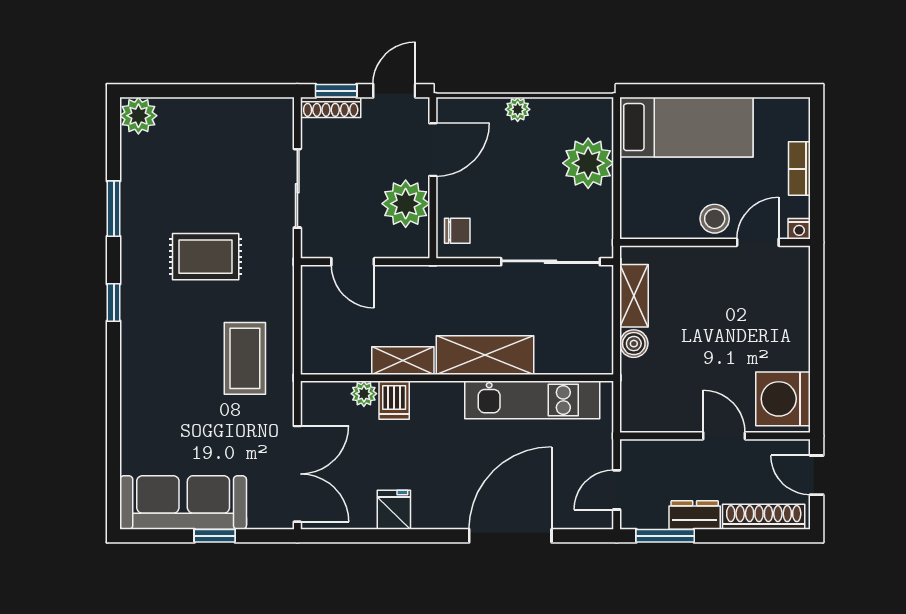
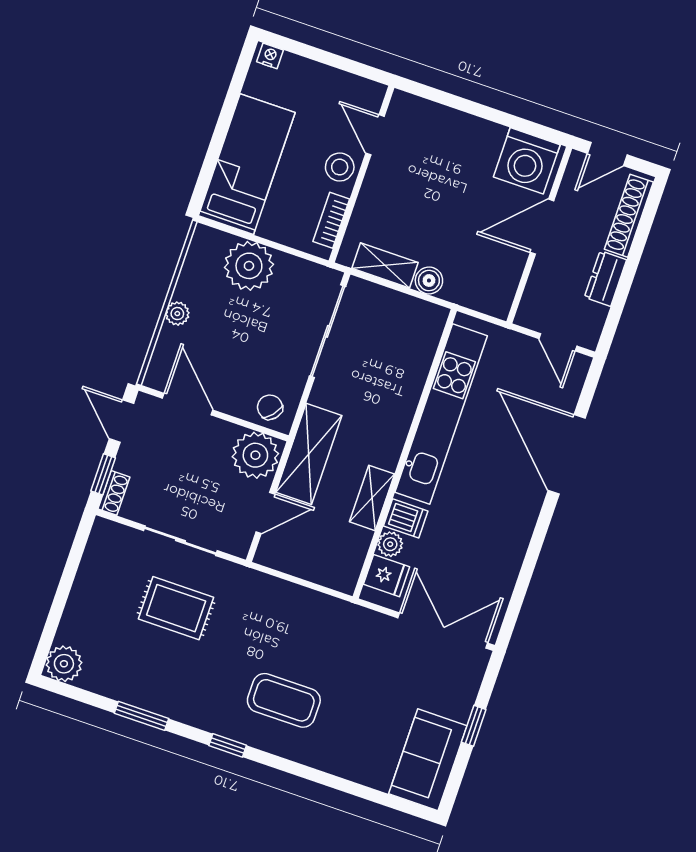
shoe rack: (331, 107) -> (114, 493), width x0.70
bookcase: (799, 169) -> (331, 220), moved, turned 90
plant: (406, 204) -> (255, 455), moved
nightstand: (799, 229) -> (270, 56), moved, turned -90
chair: (457, 231) -> (270, 407), turned -50
rug: (206, 257) -> (176, 608), moved, turned 90
shelving: (485, 355) -> (309, 454), moved
coffee table: (245, 358) -> (284, 700), moved
kitchen unit: (532, 400) -> (441, 414), width x1.36
door: (724, 436) -> (542, 227), width x1.38
sofa: (183, 502) -> (428, 760), width x0.73
fridge: (394, 510) -> (386, 576), moved, turned 180
window: (665, 536) -> (615, 312), removed

